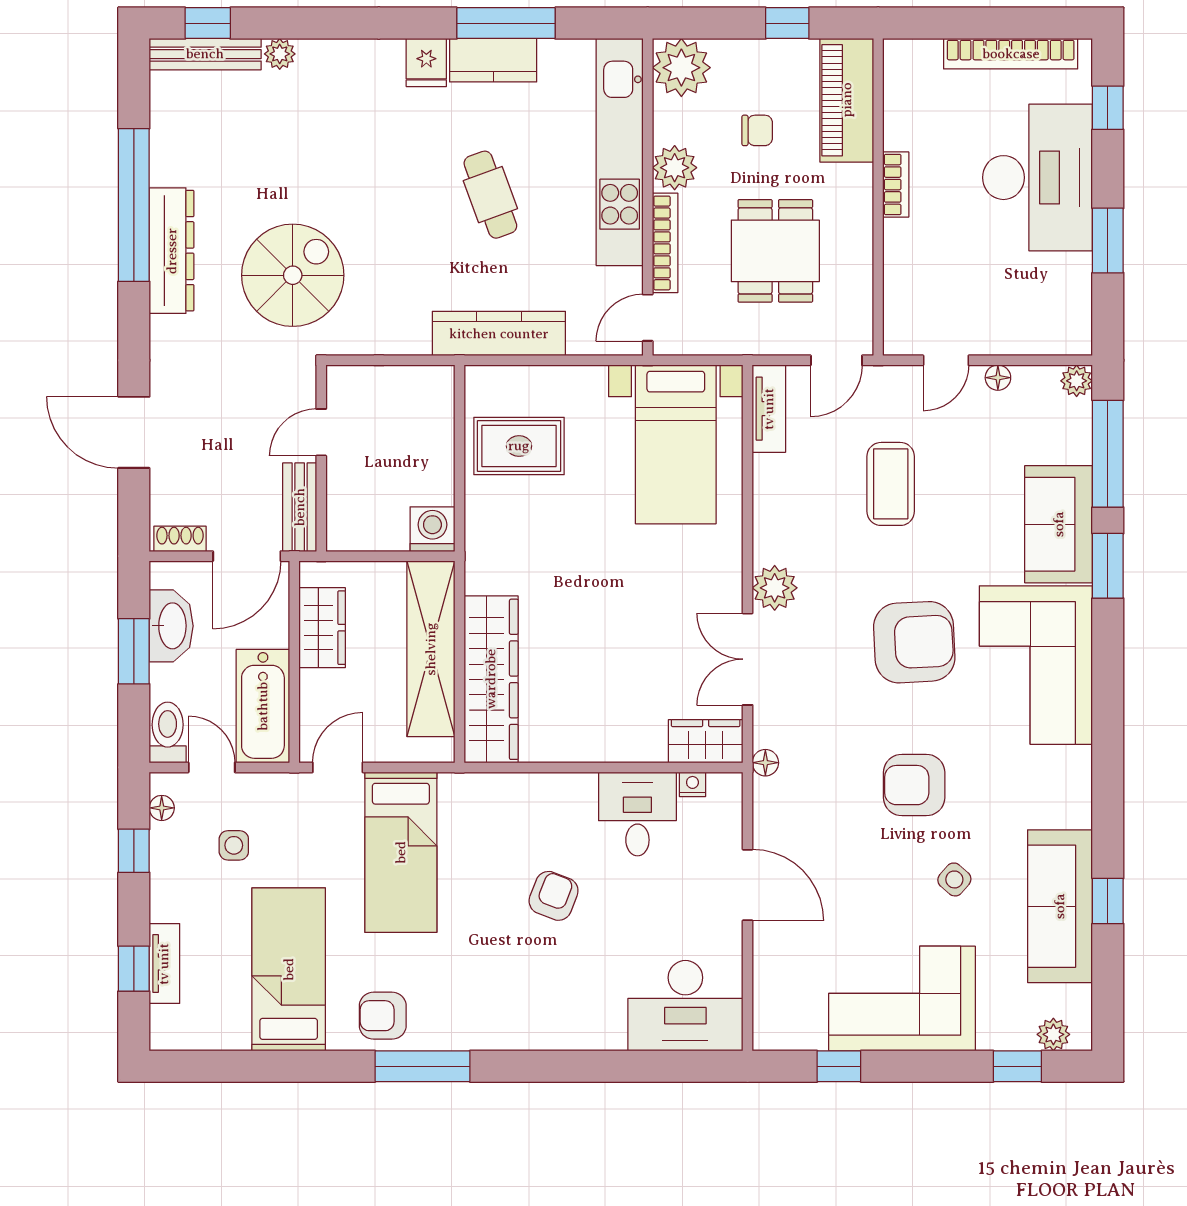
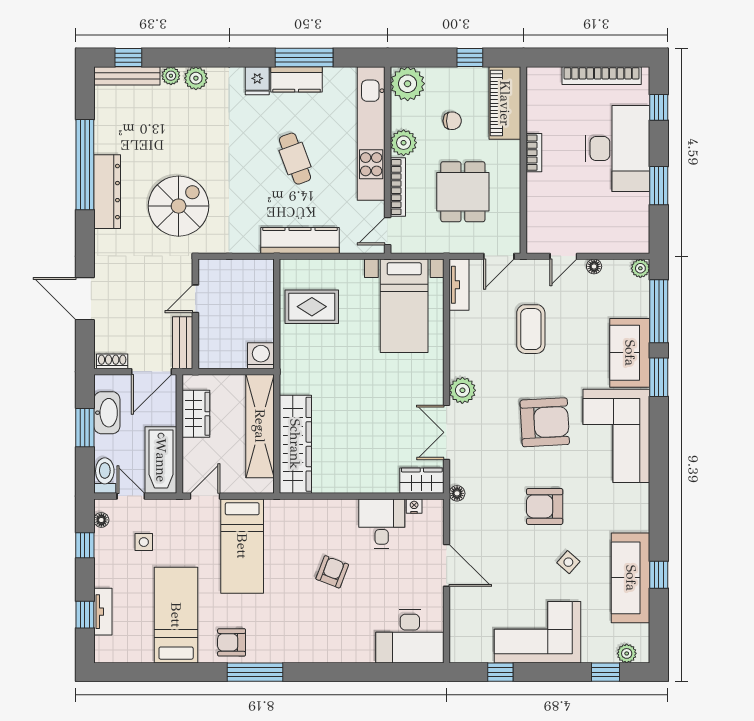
plant: (322, 58) -> (196, 78), added

